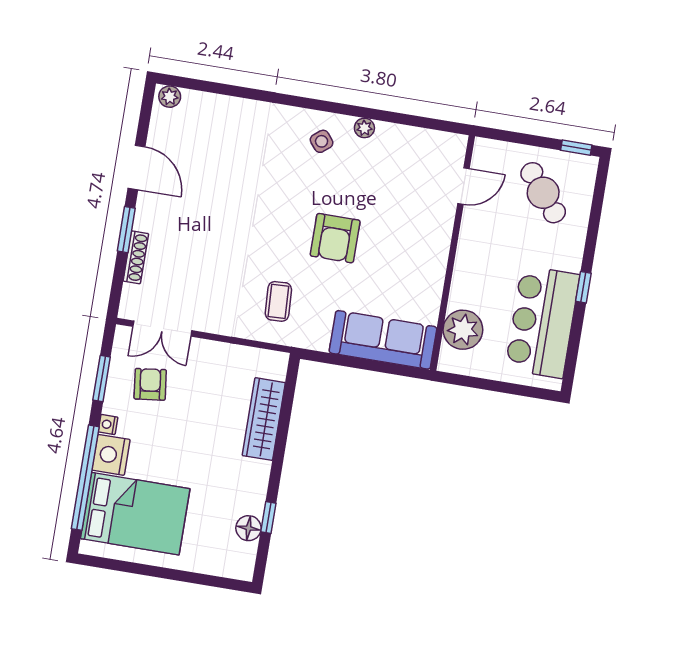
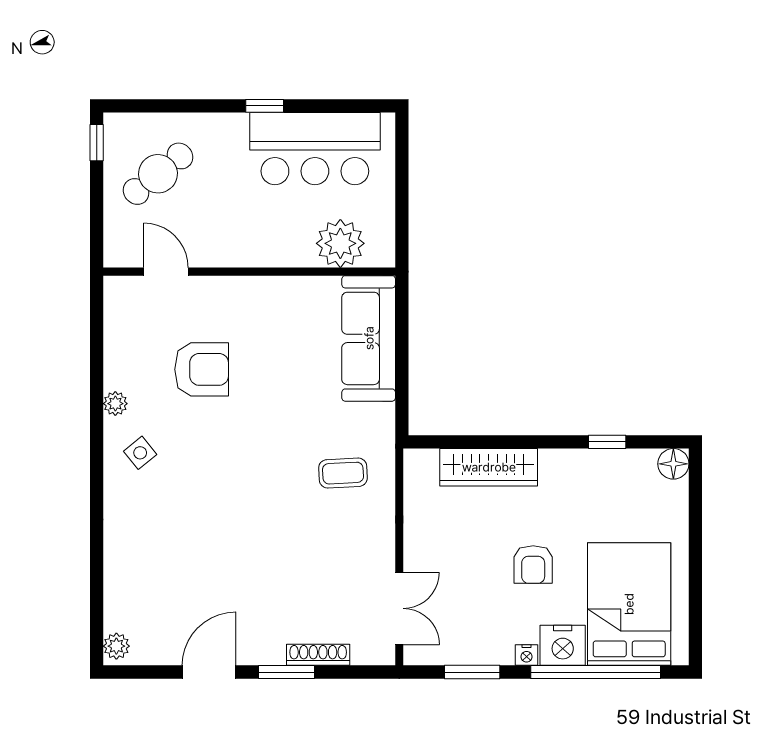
armchair: (335, 238) -> (202, 369), moved
armchair: (150, 384) -> (533, 564), moved, turned -83
floor lamp: (248, 528) -> (673, 464), moved

